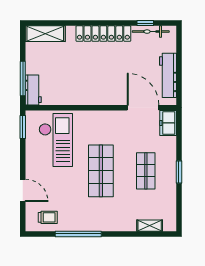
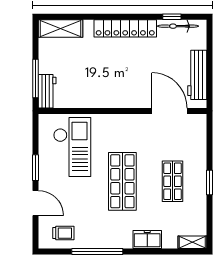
freezer: (168, 123) -> (147, 240), moved, turned 90
window: (23, 127) -> (35, 168), moved
shelving: (150, 226) -> (192, 242), moved

